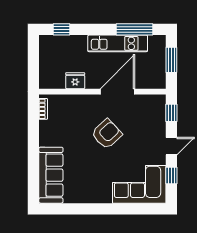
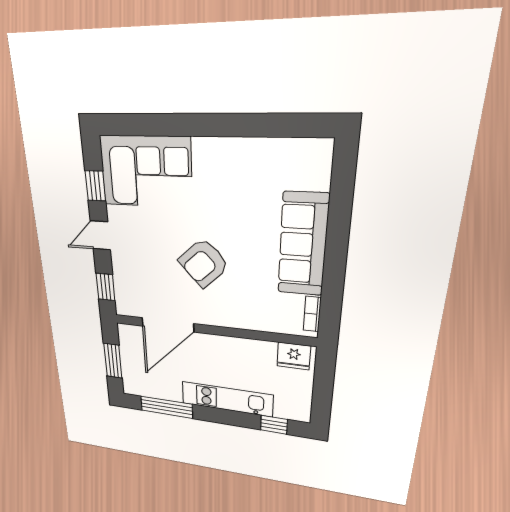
kitchen unit: (118, 43) -> (227, 399), moved
fridge: (75, 81) -> (294, 356), moved
door: (117, 92) -> (168, 325), moved
sofa: (51, 175) -> (303, 245), moved

